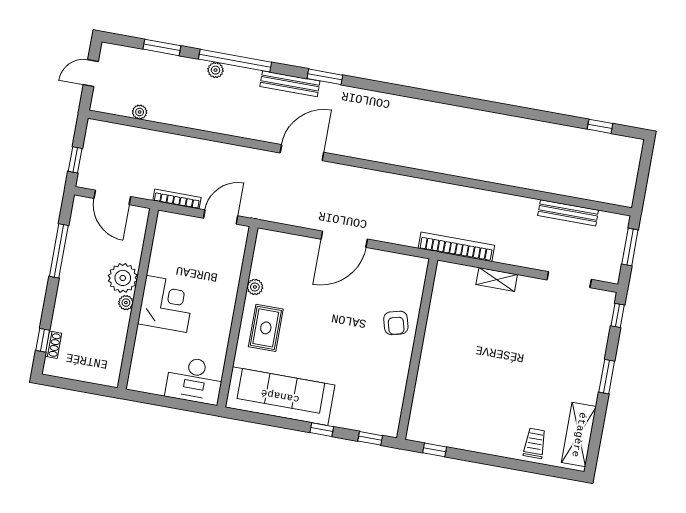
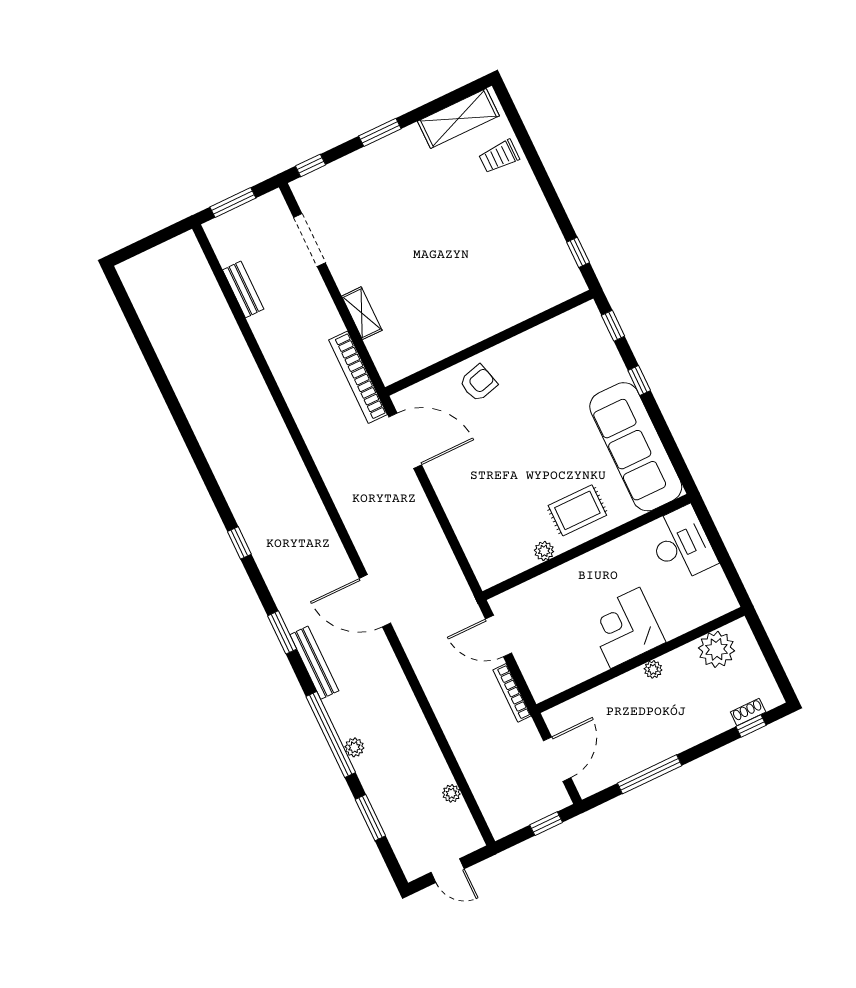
window: (600, 126) -> (239, 543), moved
bench: (568, 213) -> (243, 289), width x0.73
door: (344, 239) -> (405, 441), moved
plant: (123, 278) -> (717, 649), moved

